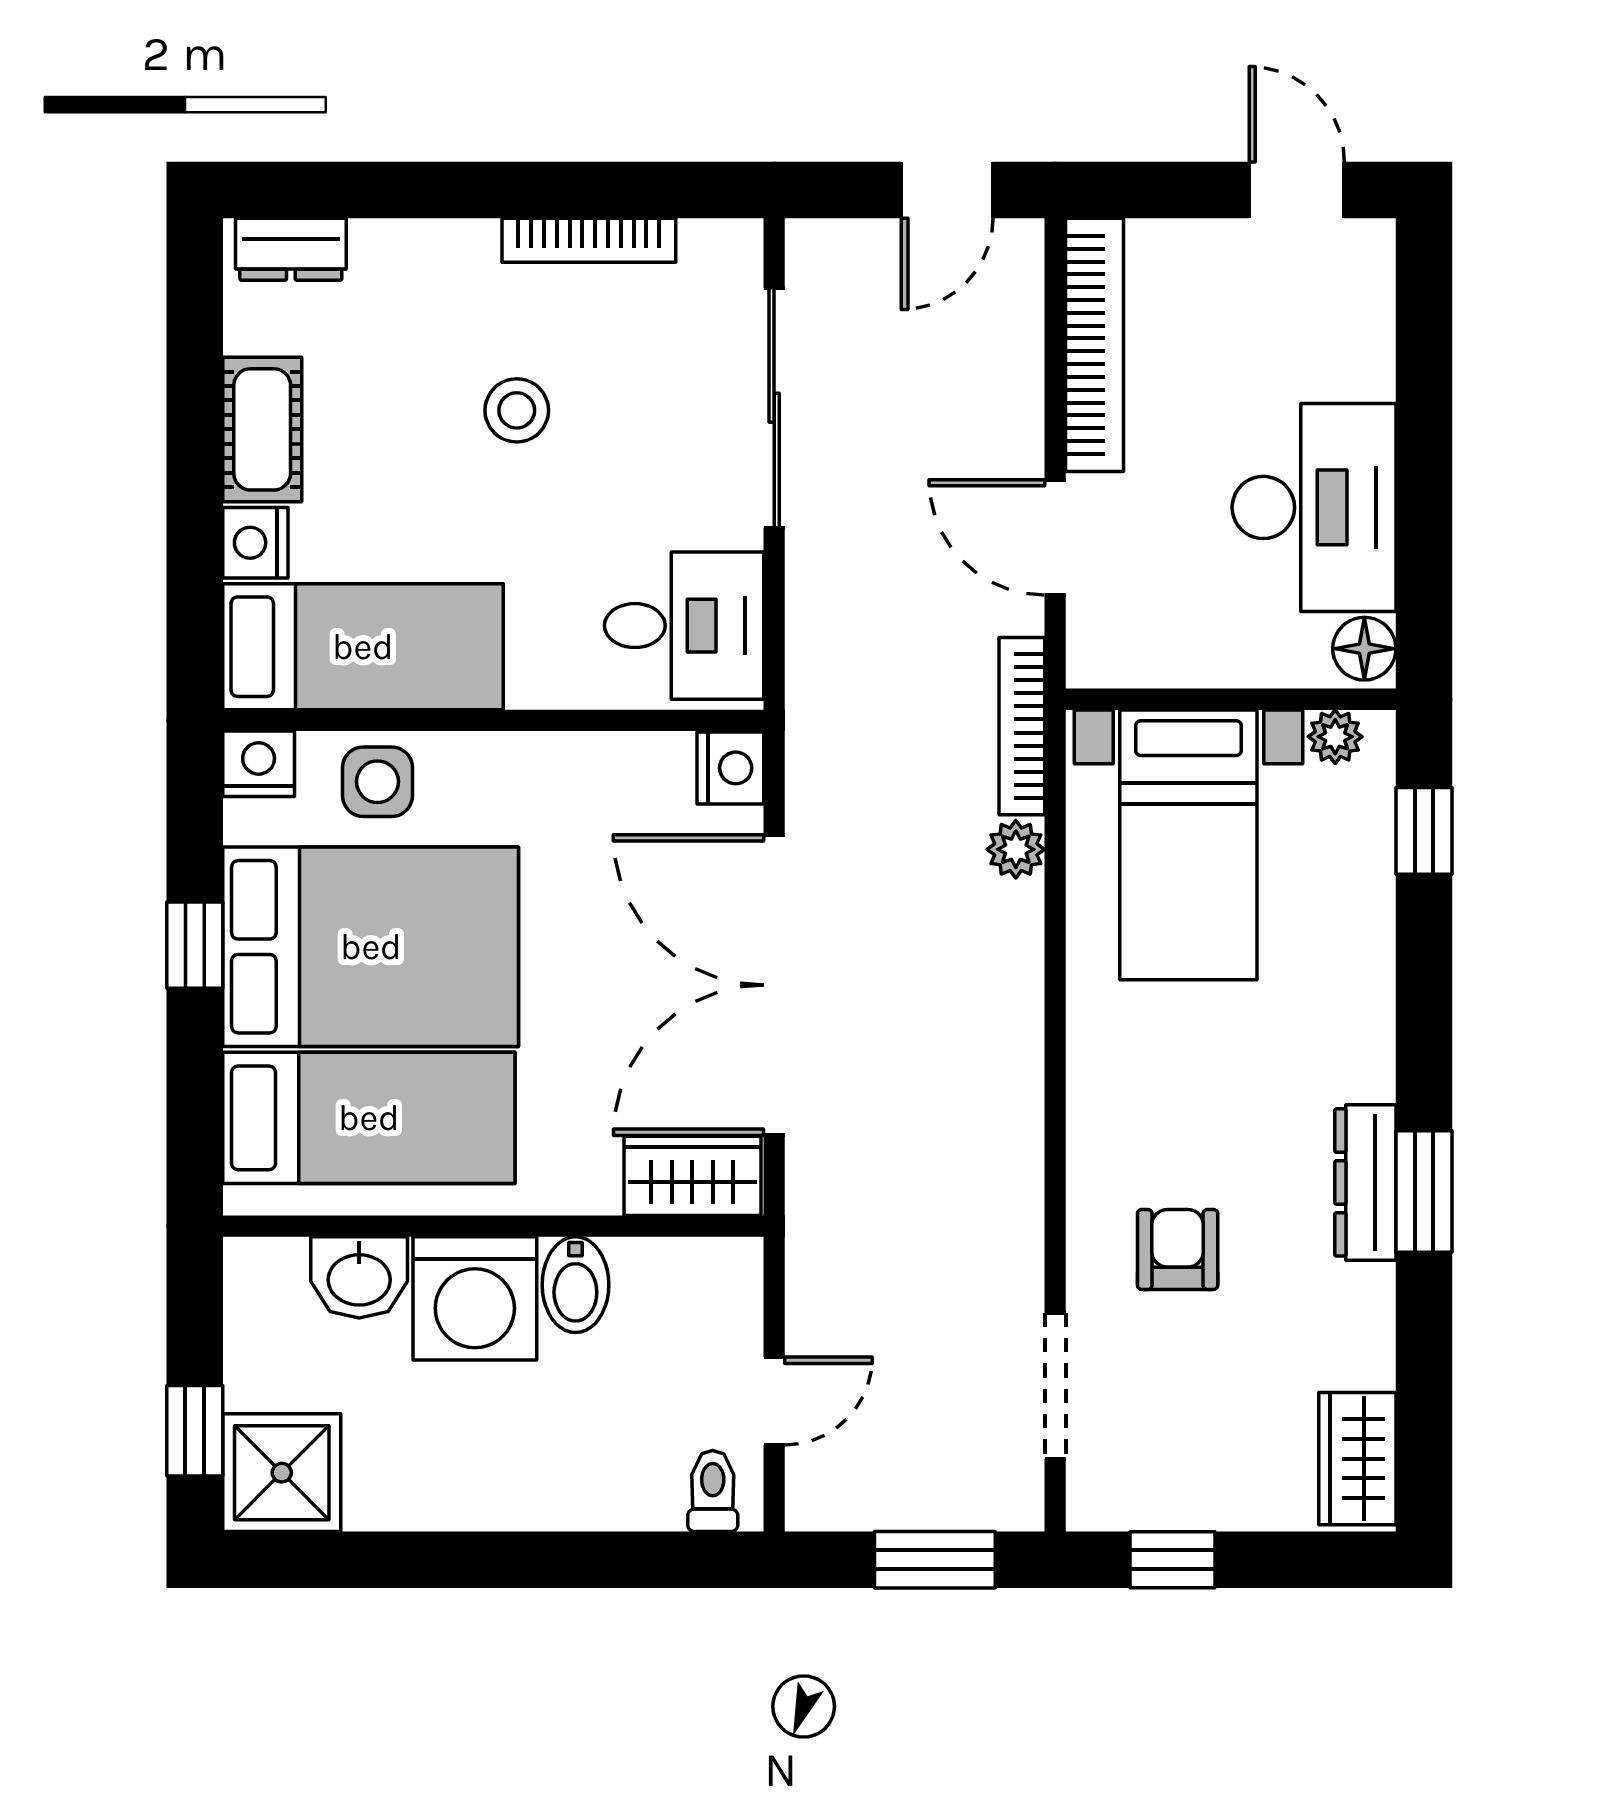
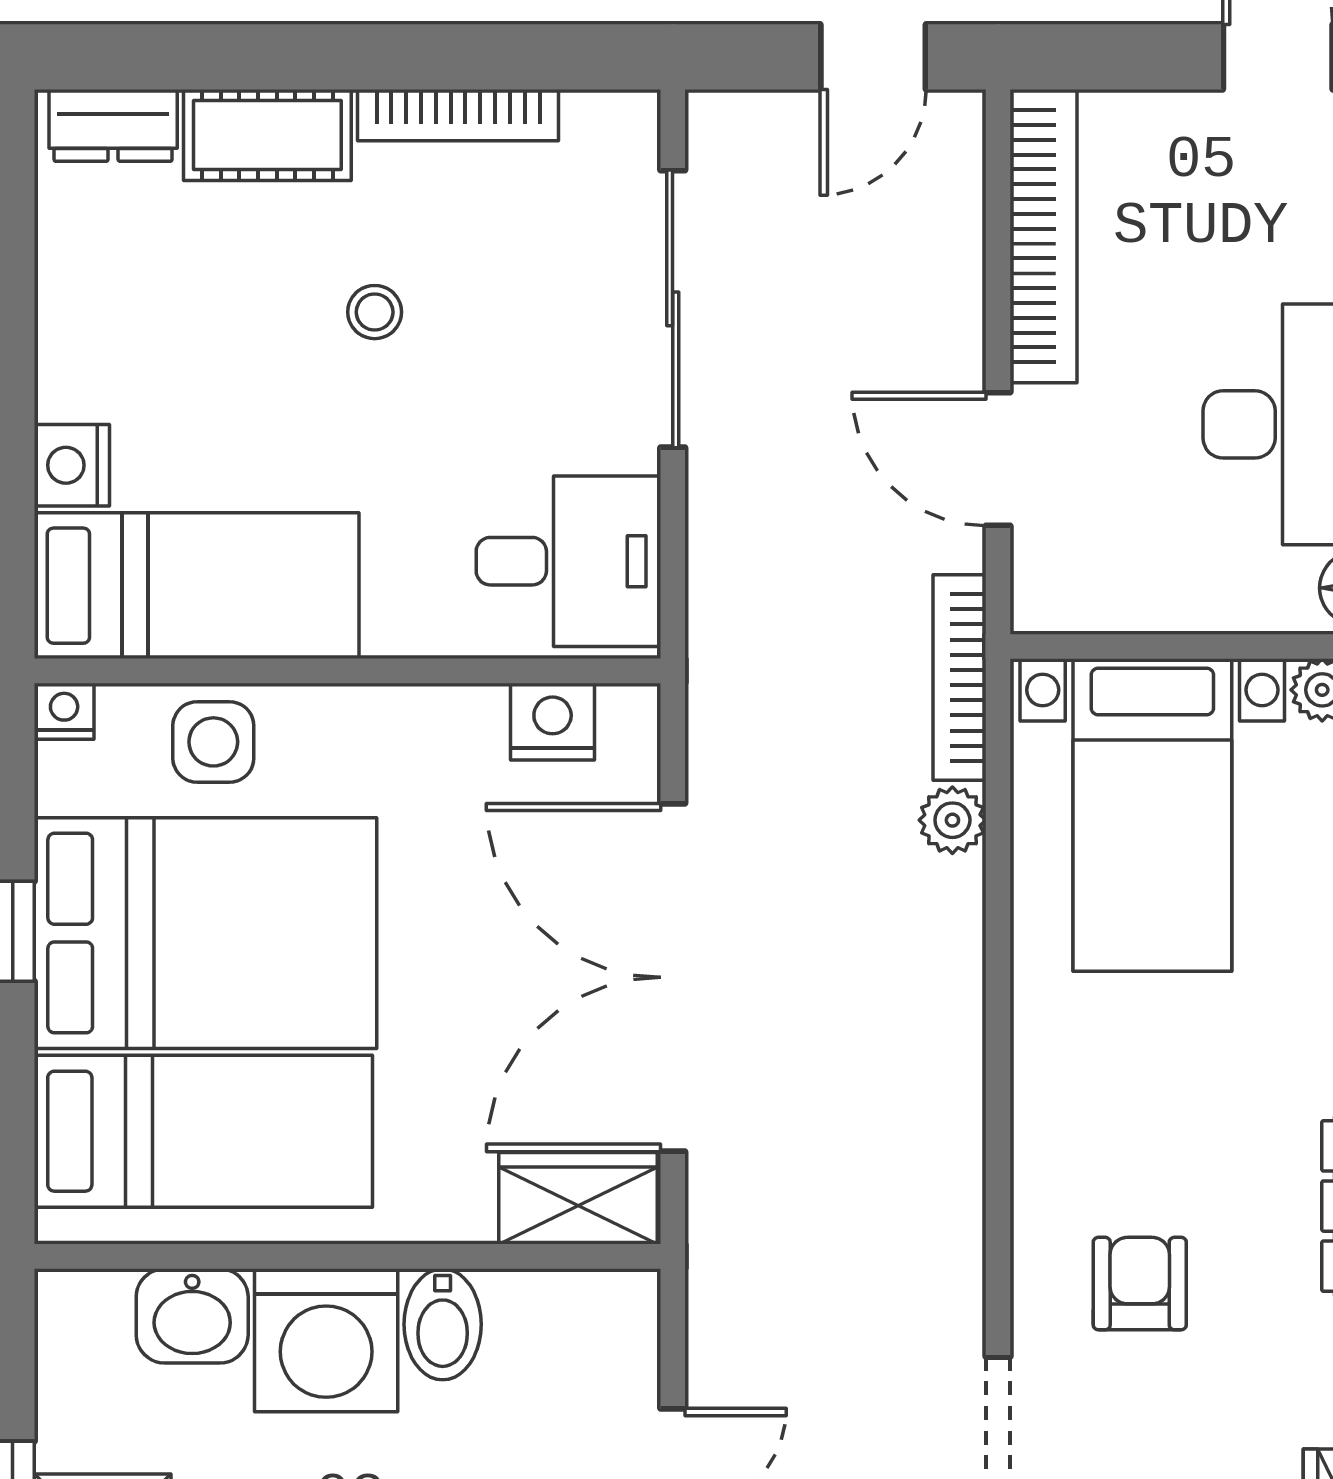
stool: (517, 410) -> (375, 312), width x0.73, depth x0.73
cot: (262, 429) -> (267, 135), moved, turned 90
nightstand: (259, 764) -> (64, 711), width x0.72, depth x0.74
nightstand: (730, 768) -> (553, 722), moved, turned -90

